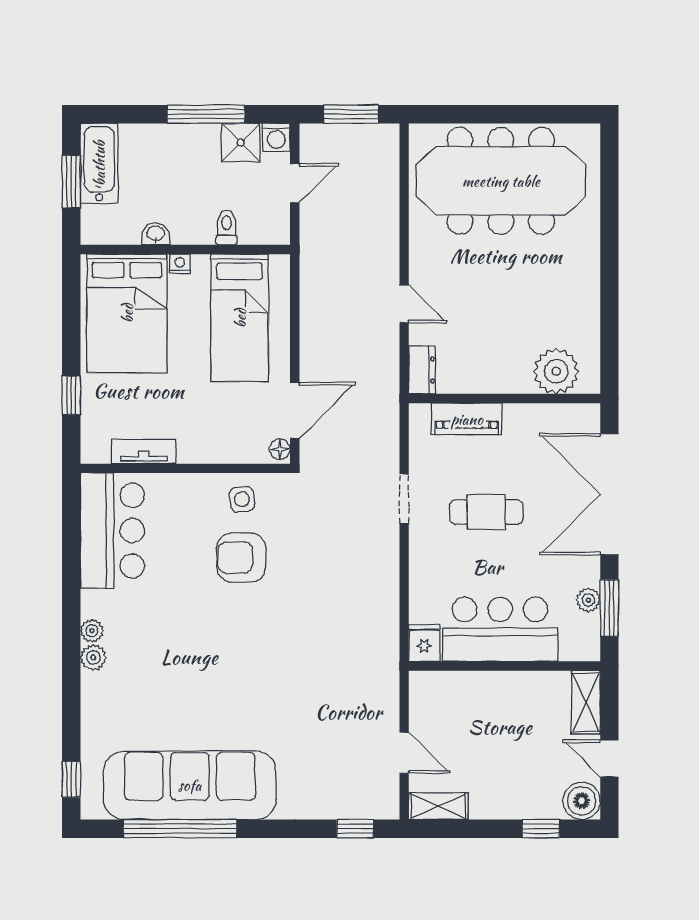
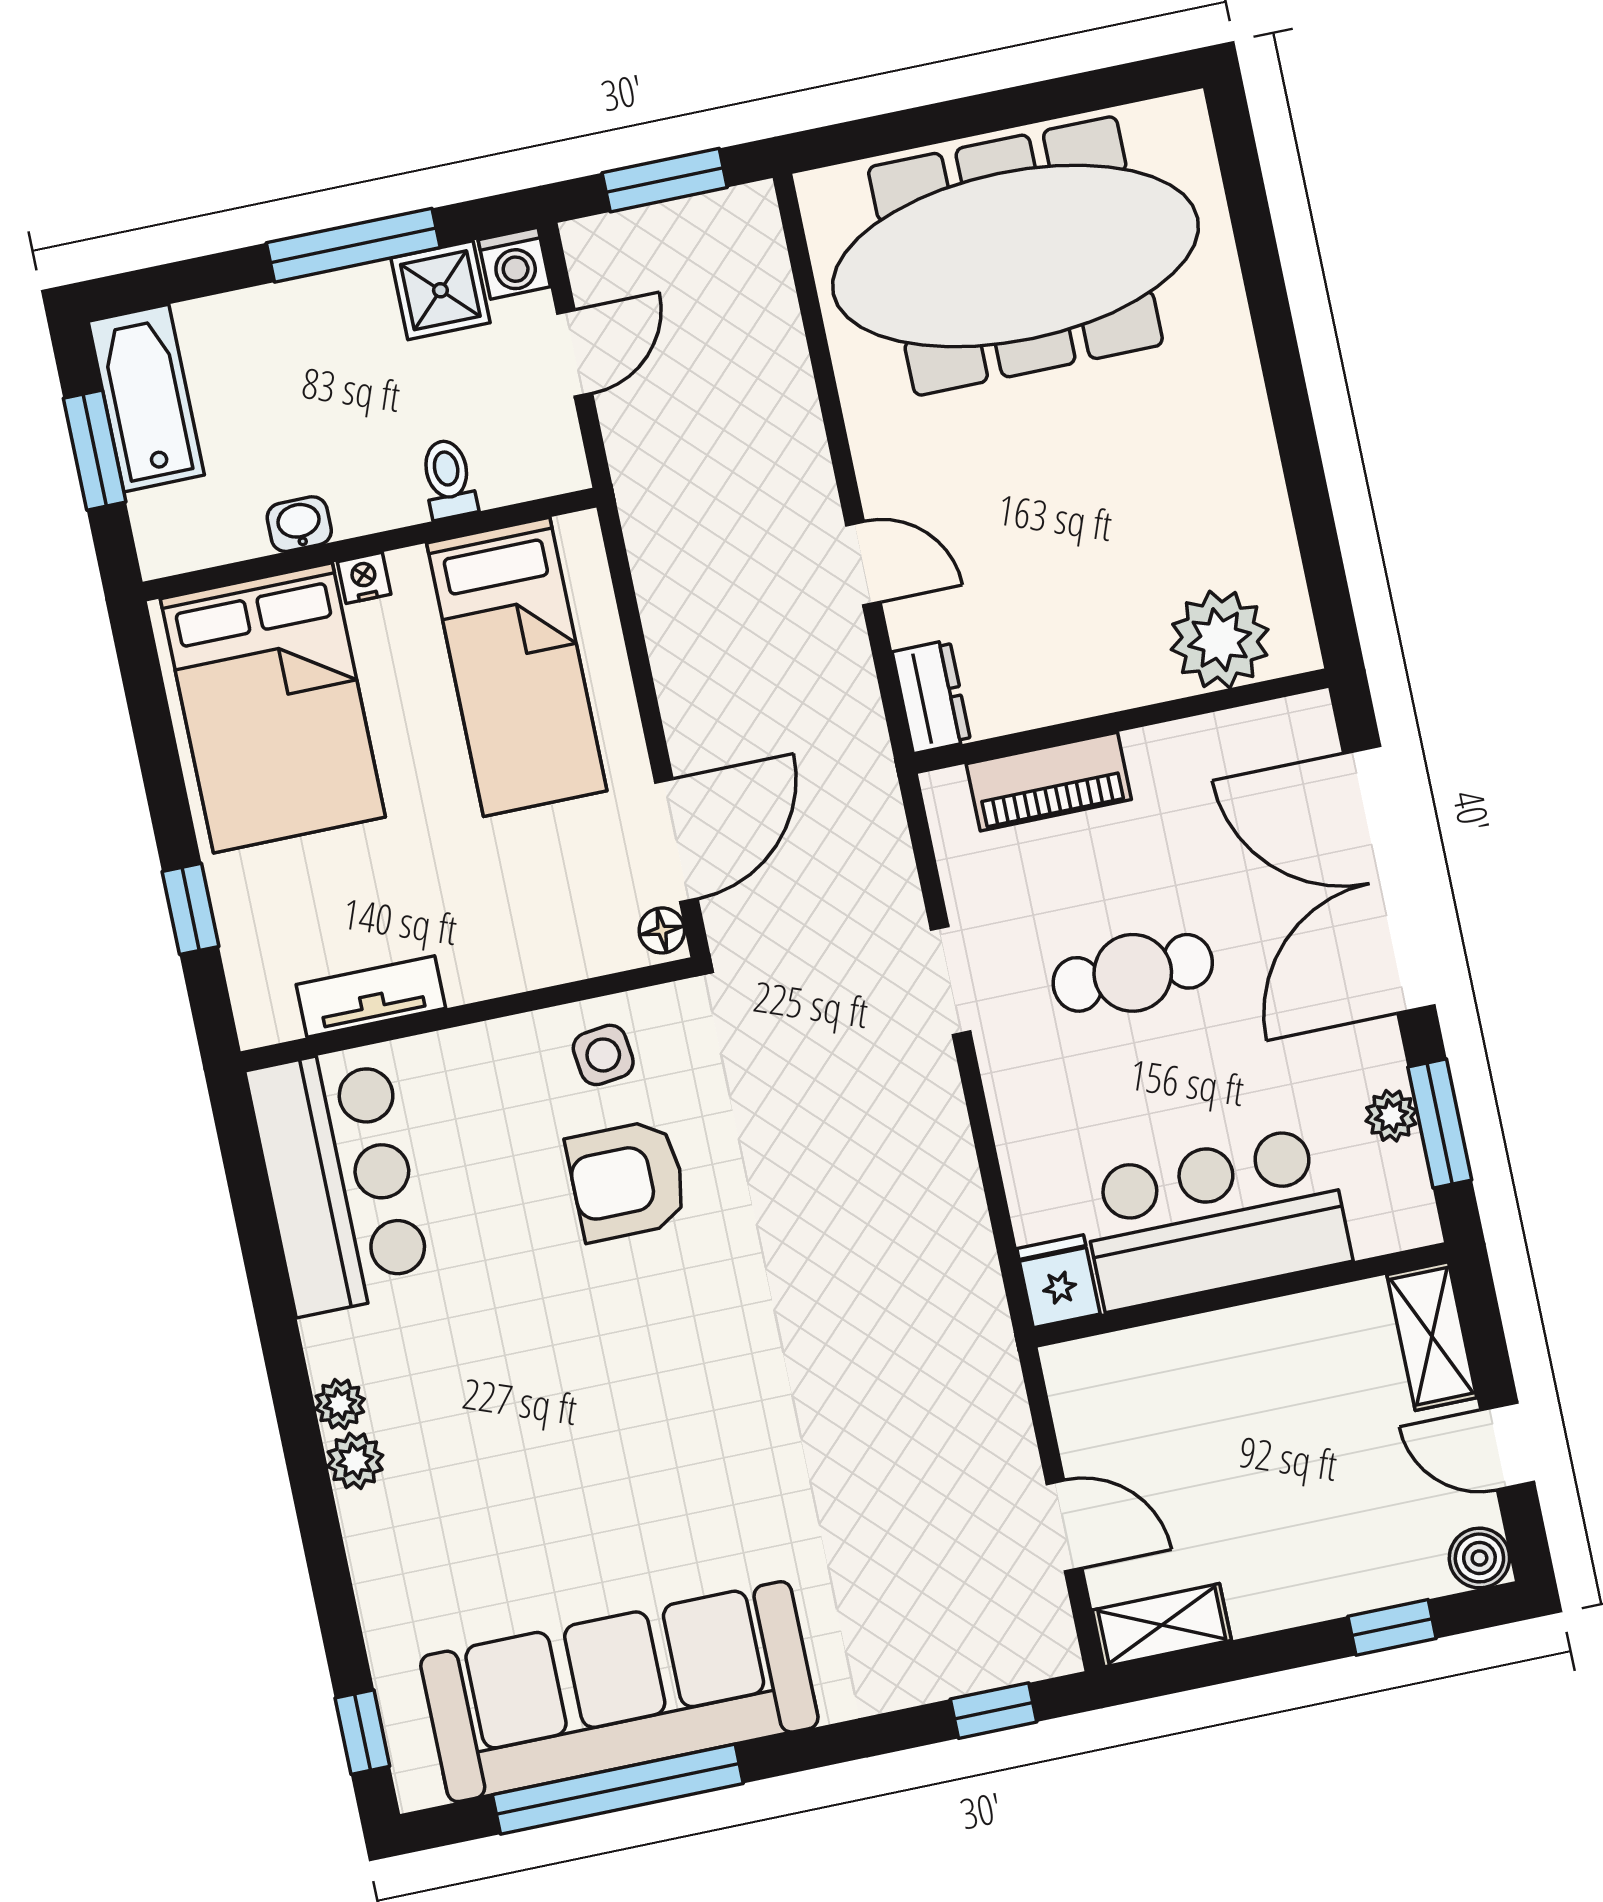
boiler: (582, 801) -> (1479, 1558), width x0.73, depth x0.73

